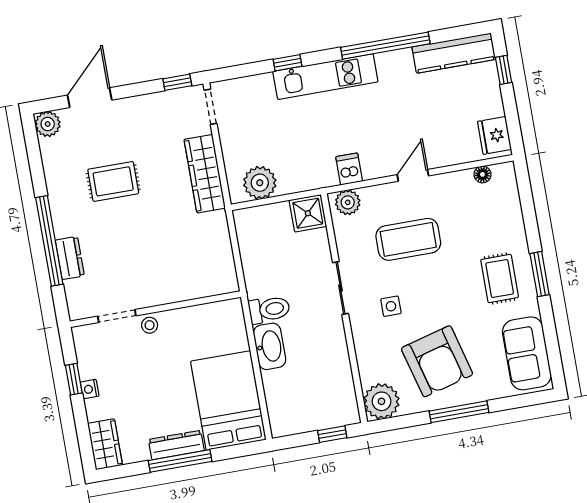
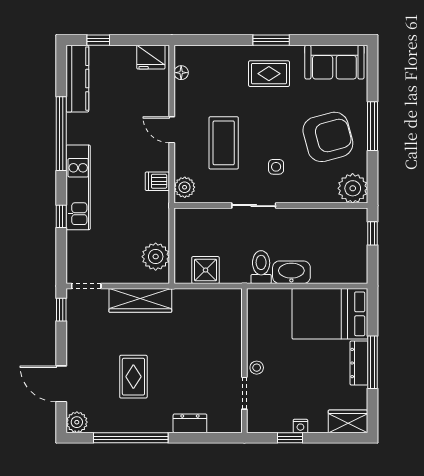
shower: (308, 213) -> (206, 270), moved
window: (49, 241) -> (131, 438), moved

